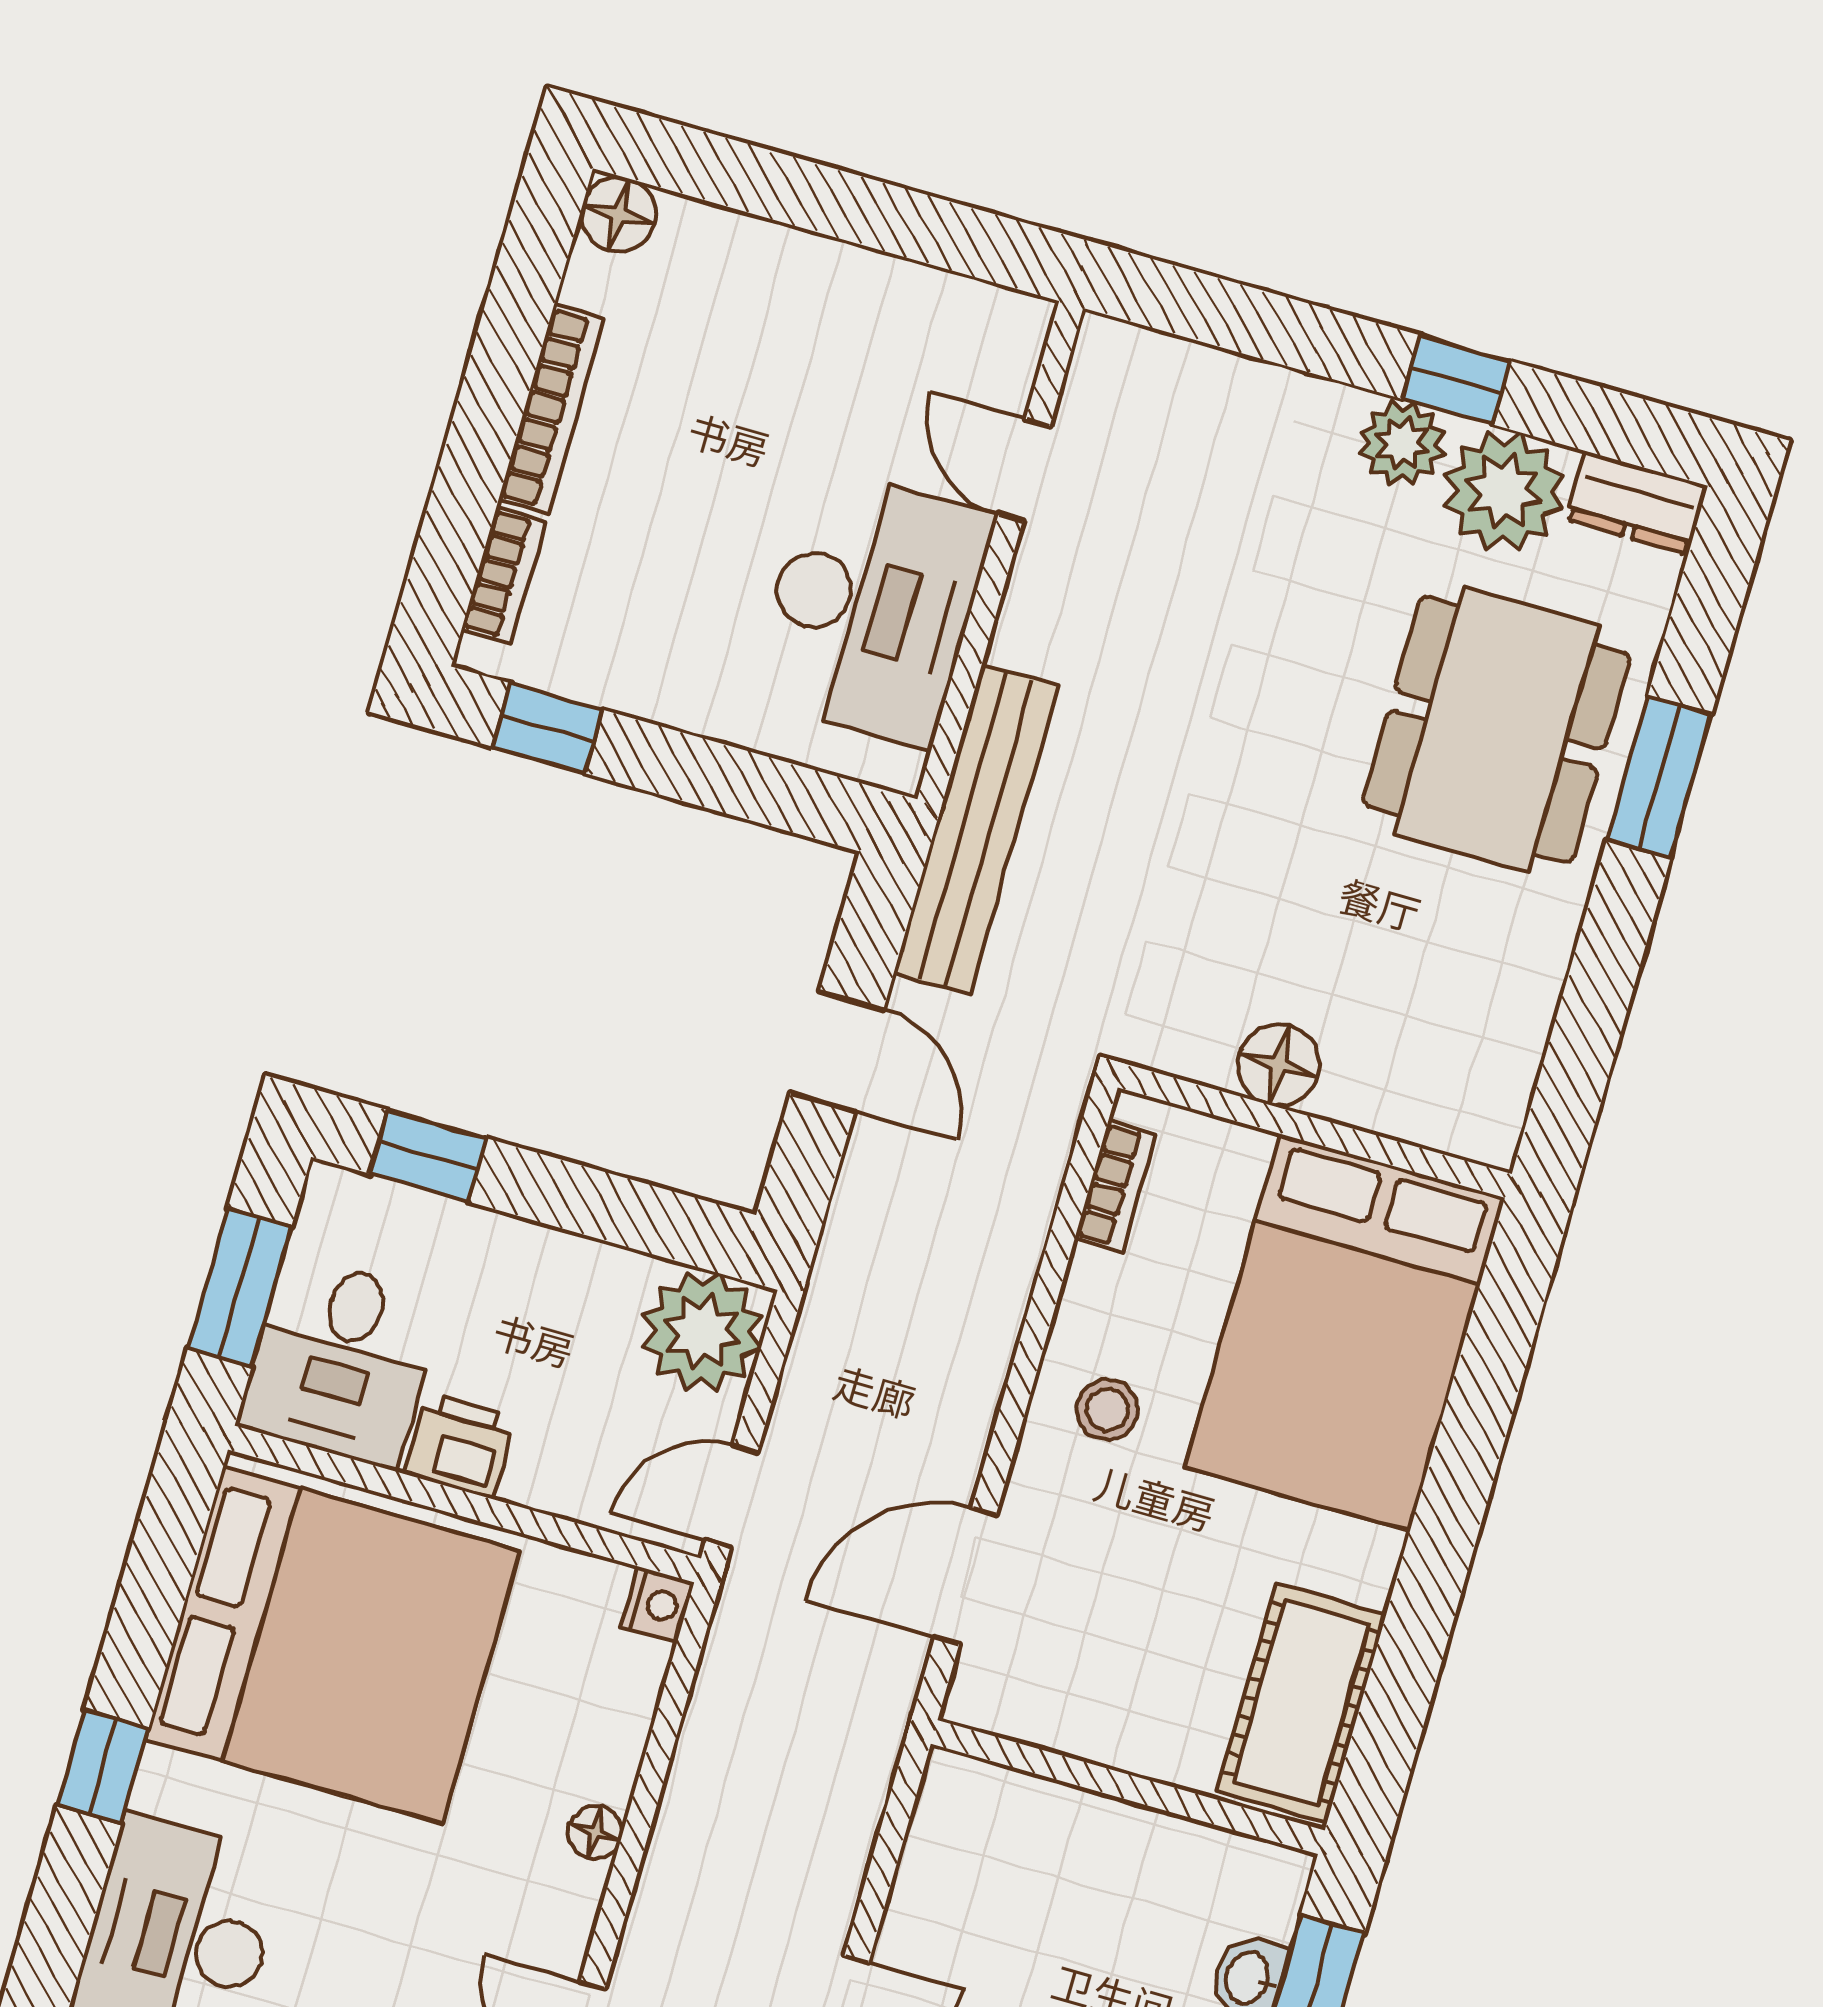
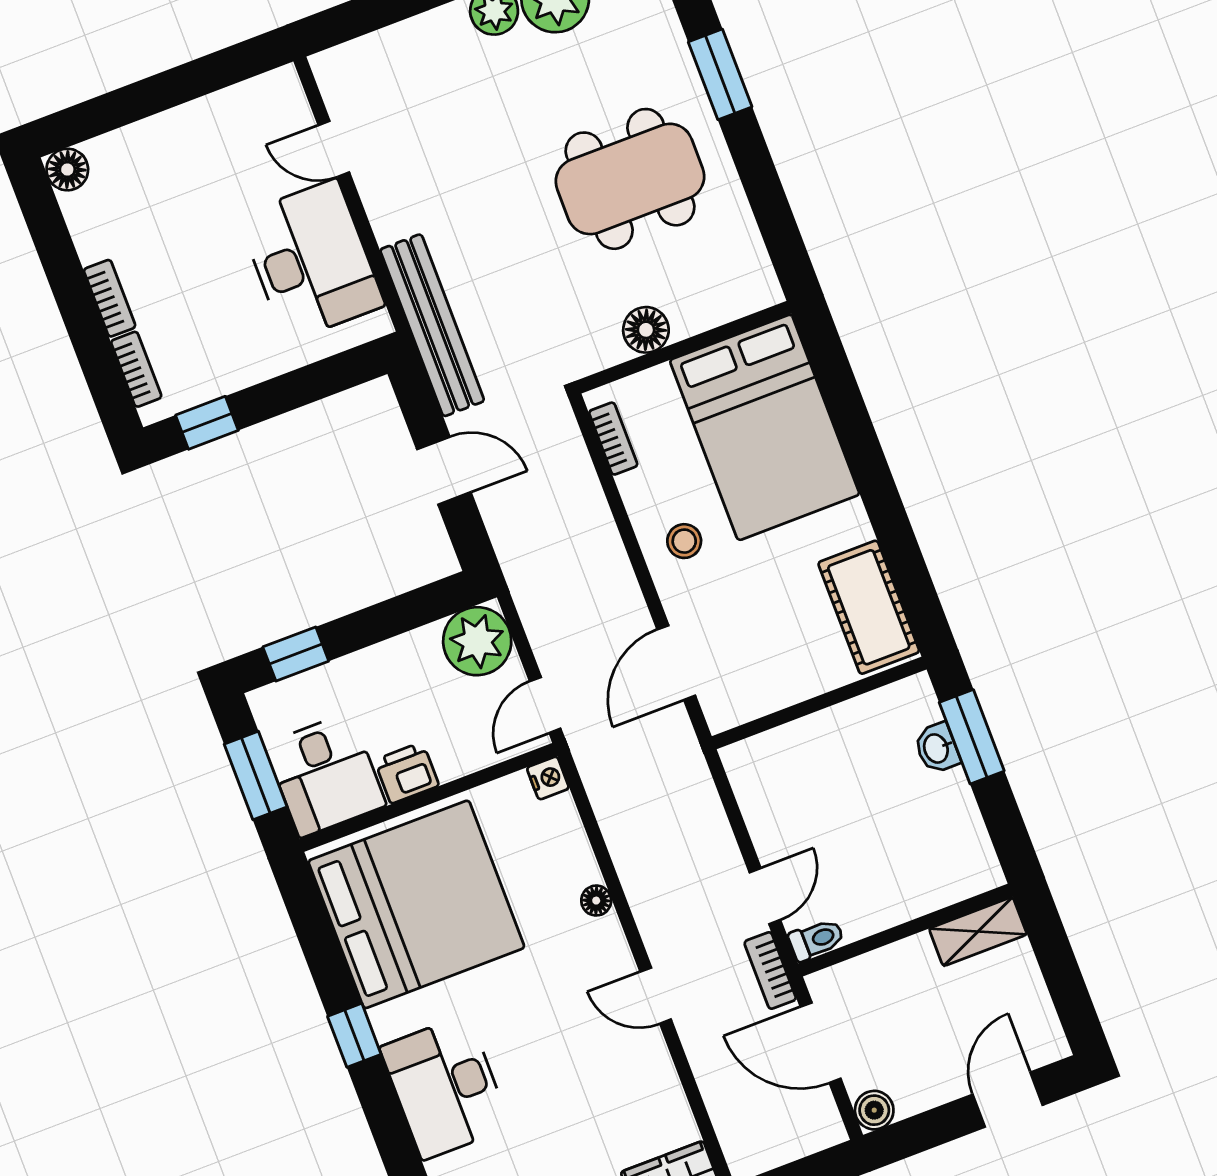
bookcase: (551, 409) -> (110, 298), width x0.64
dining table: (1496, 730) -> (630, 179), moved, turned 90

